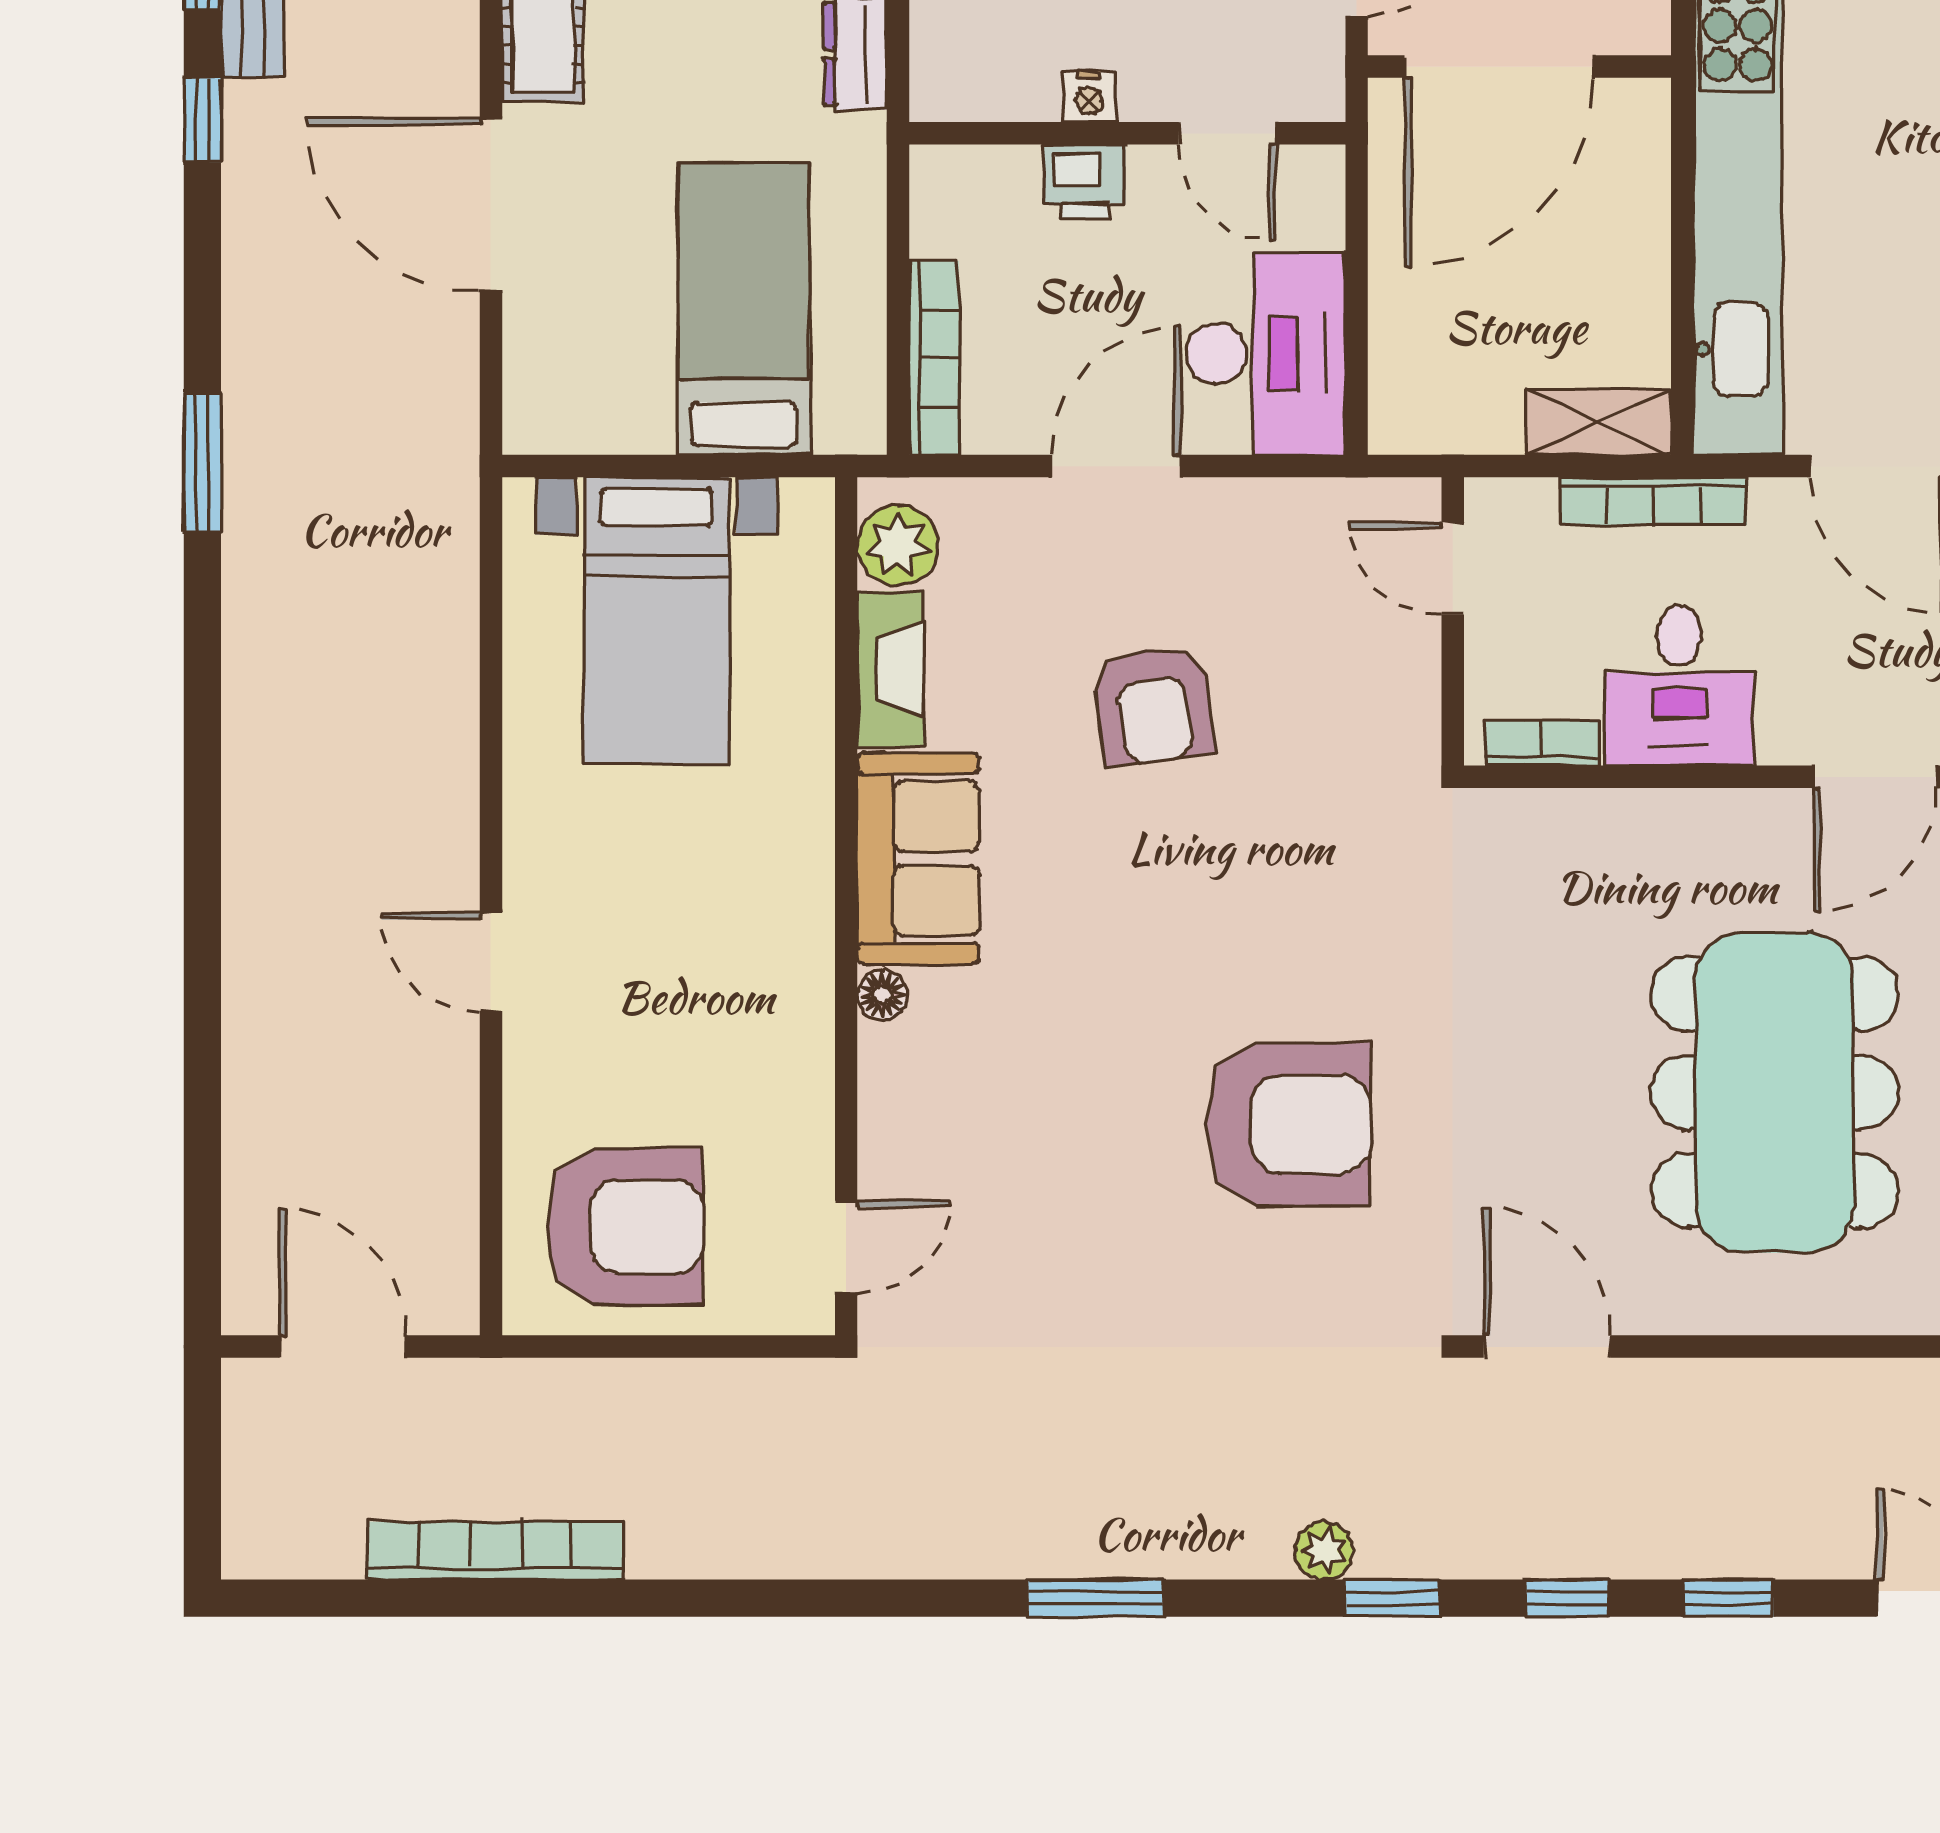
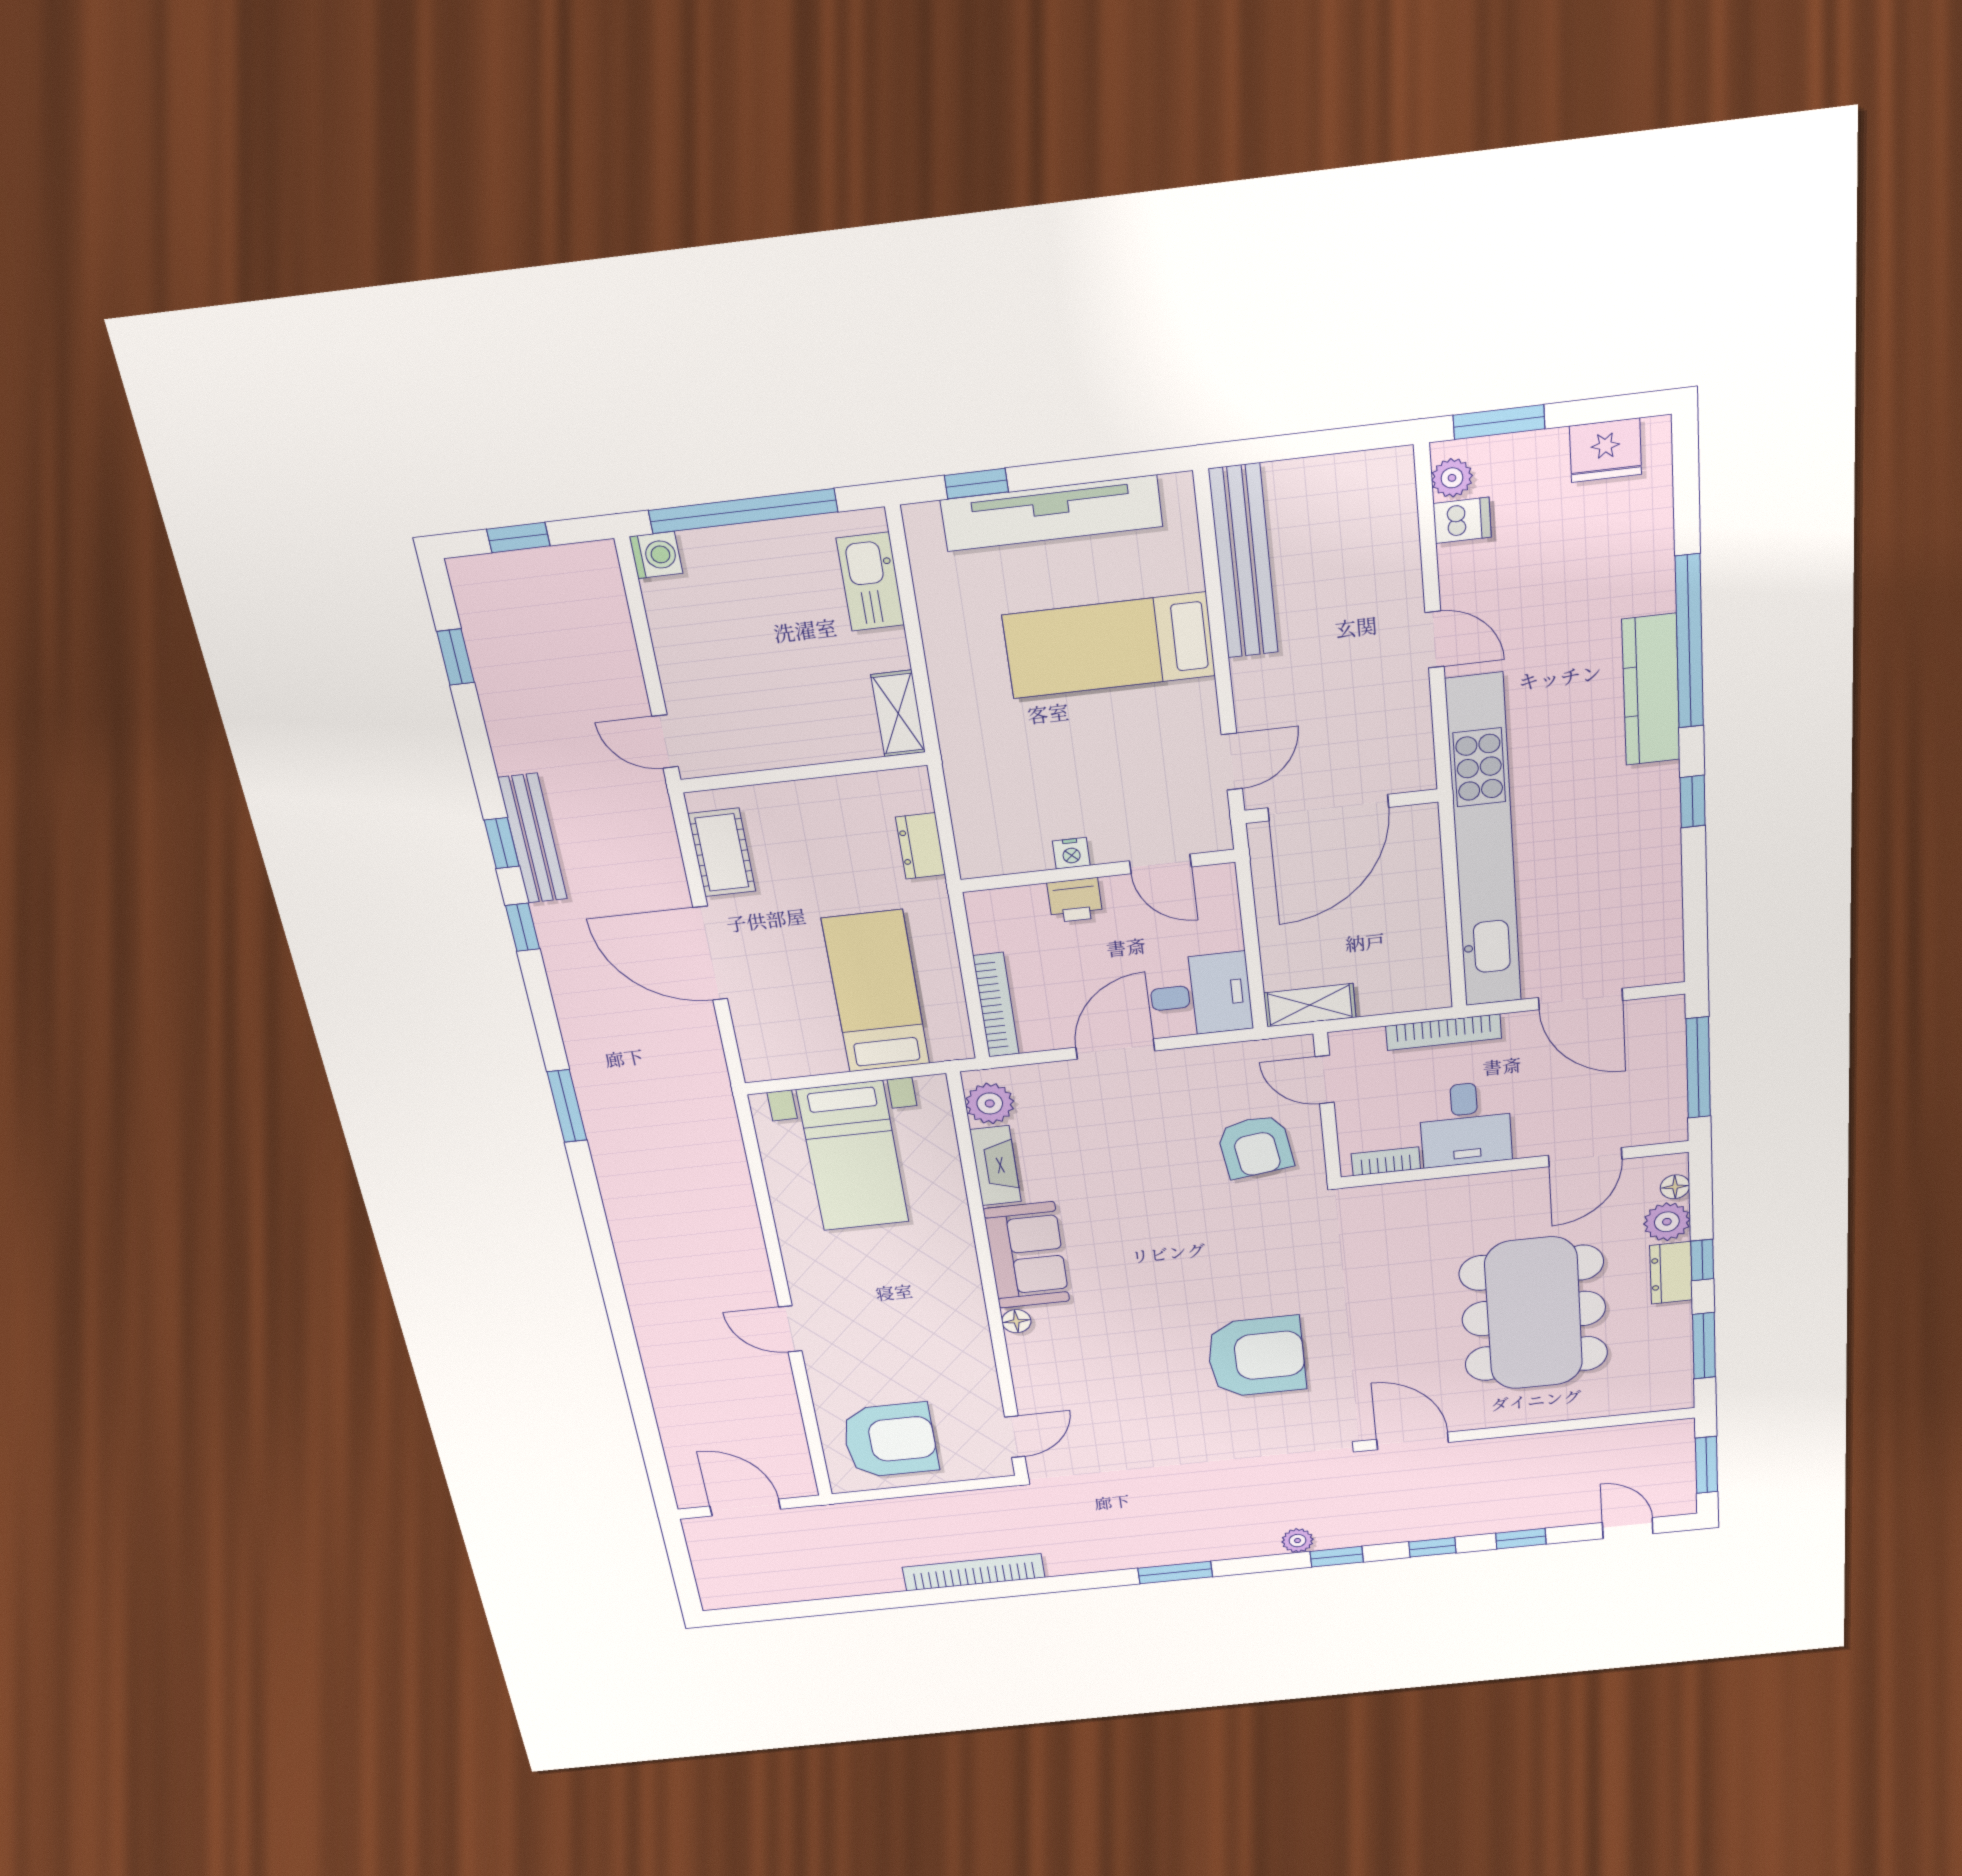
desk: (1266, 353) -> (1201, 995), width x0.73
shelving: (1598, 422) -> (1310, 1005), moved
armchair: (1153, 705) -> (1255, 1146), moved
bookcase: (495, 1551) -> (974, 1572), moved

